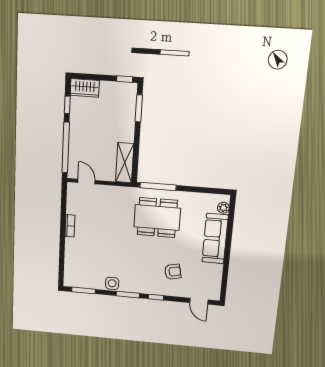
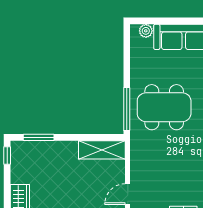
dining table: (157, 218) -> (164, 107), turned 90

